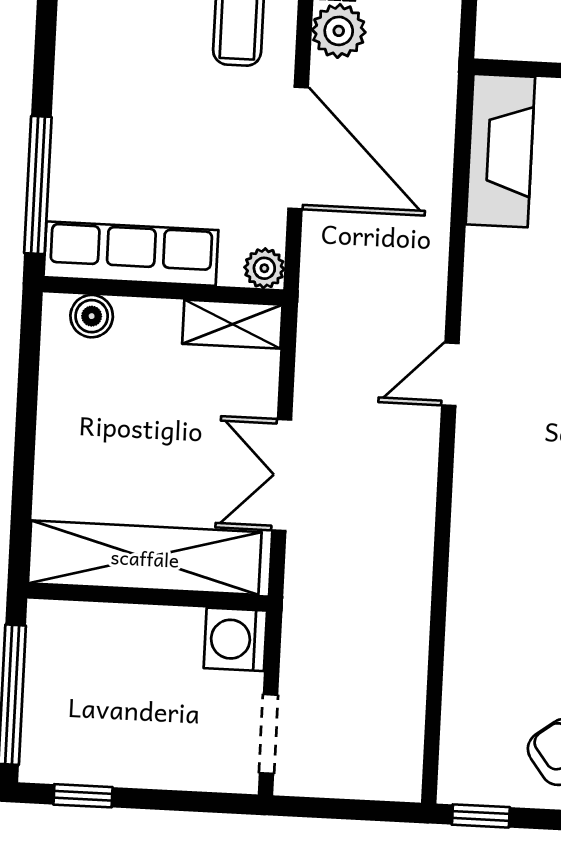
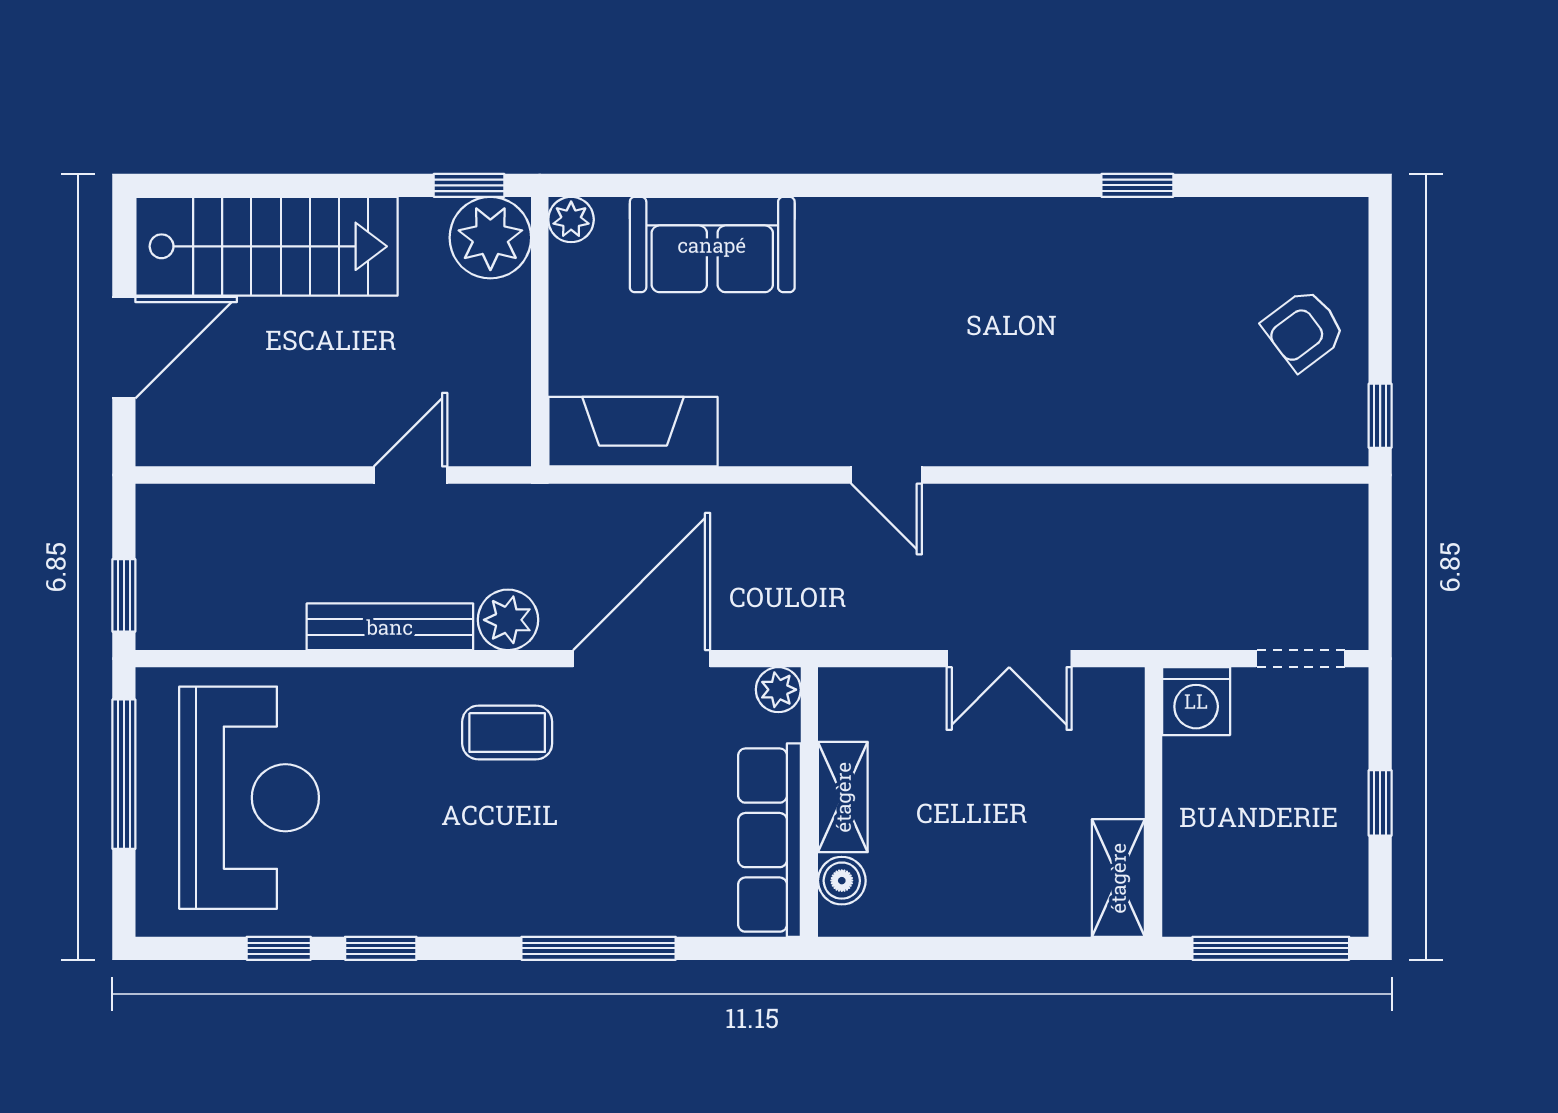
window: (38, 185) -> (599, 948), moved
shelving: (232, 324) -> (843, 797), moved
shelving: (145, 558) -> (1118, 878), width x0.45, depth x0.75
window: (83, 796) -> (1380, 803), moved

